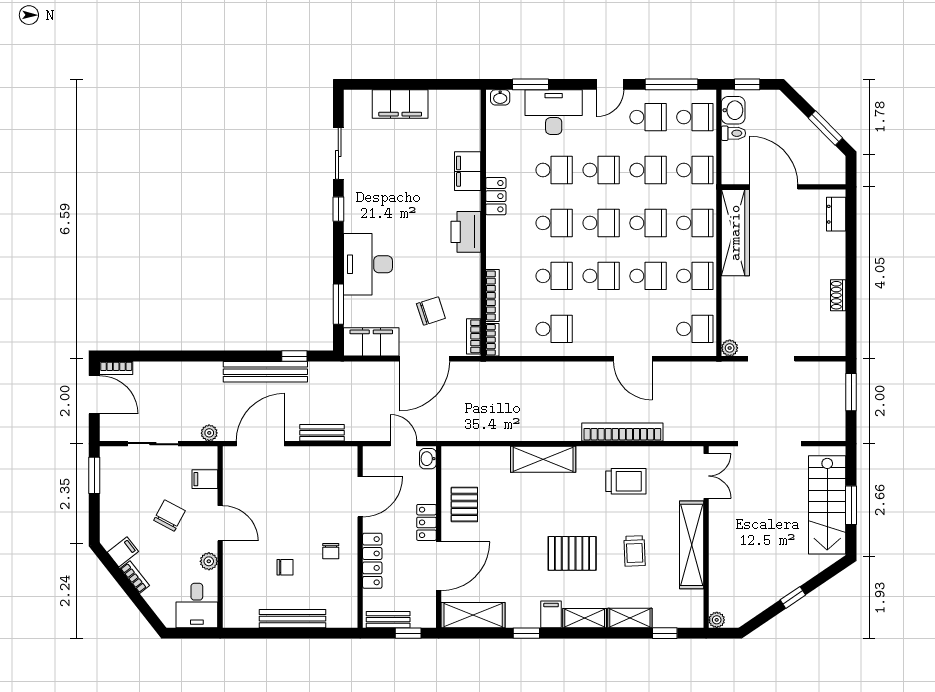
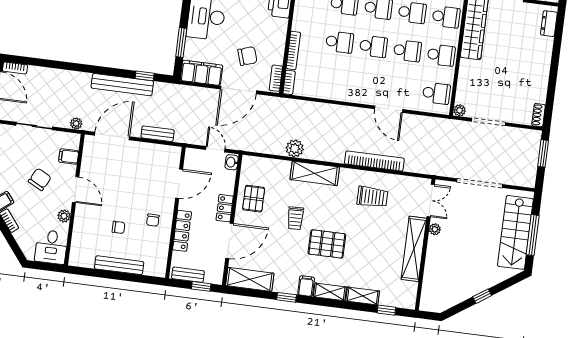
shoe rack: (838, 295) -> (539, 115), moved
school desk: (554, 329) -> (335, 80), removed
plant: (512, 429) -> (295, 148), added
window: (851, 505) -> (533, 235), width x1.44
trolley: (635, 551) -> (296, 218), moved
plant: (717, 620) -> (435, 229), moved

